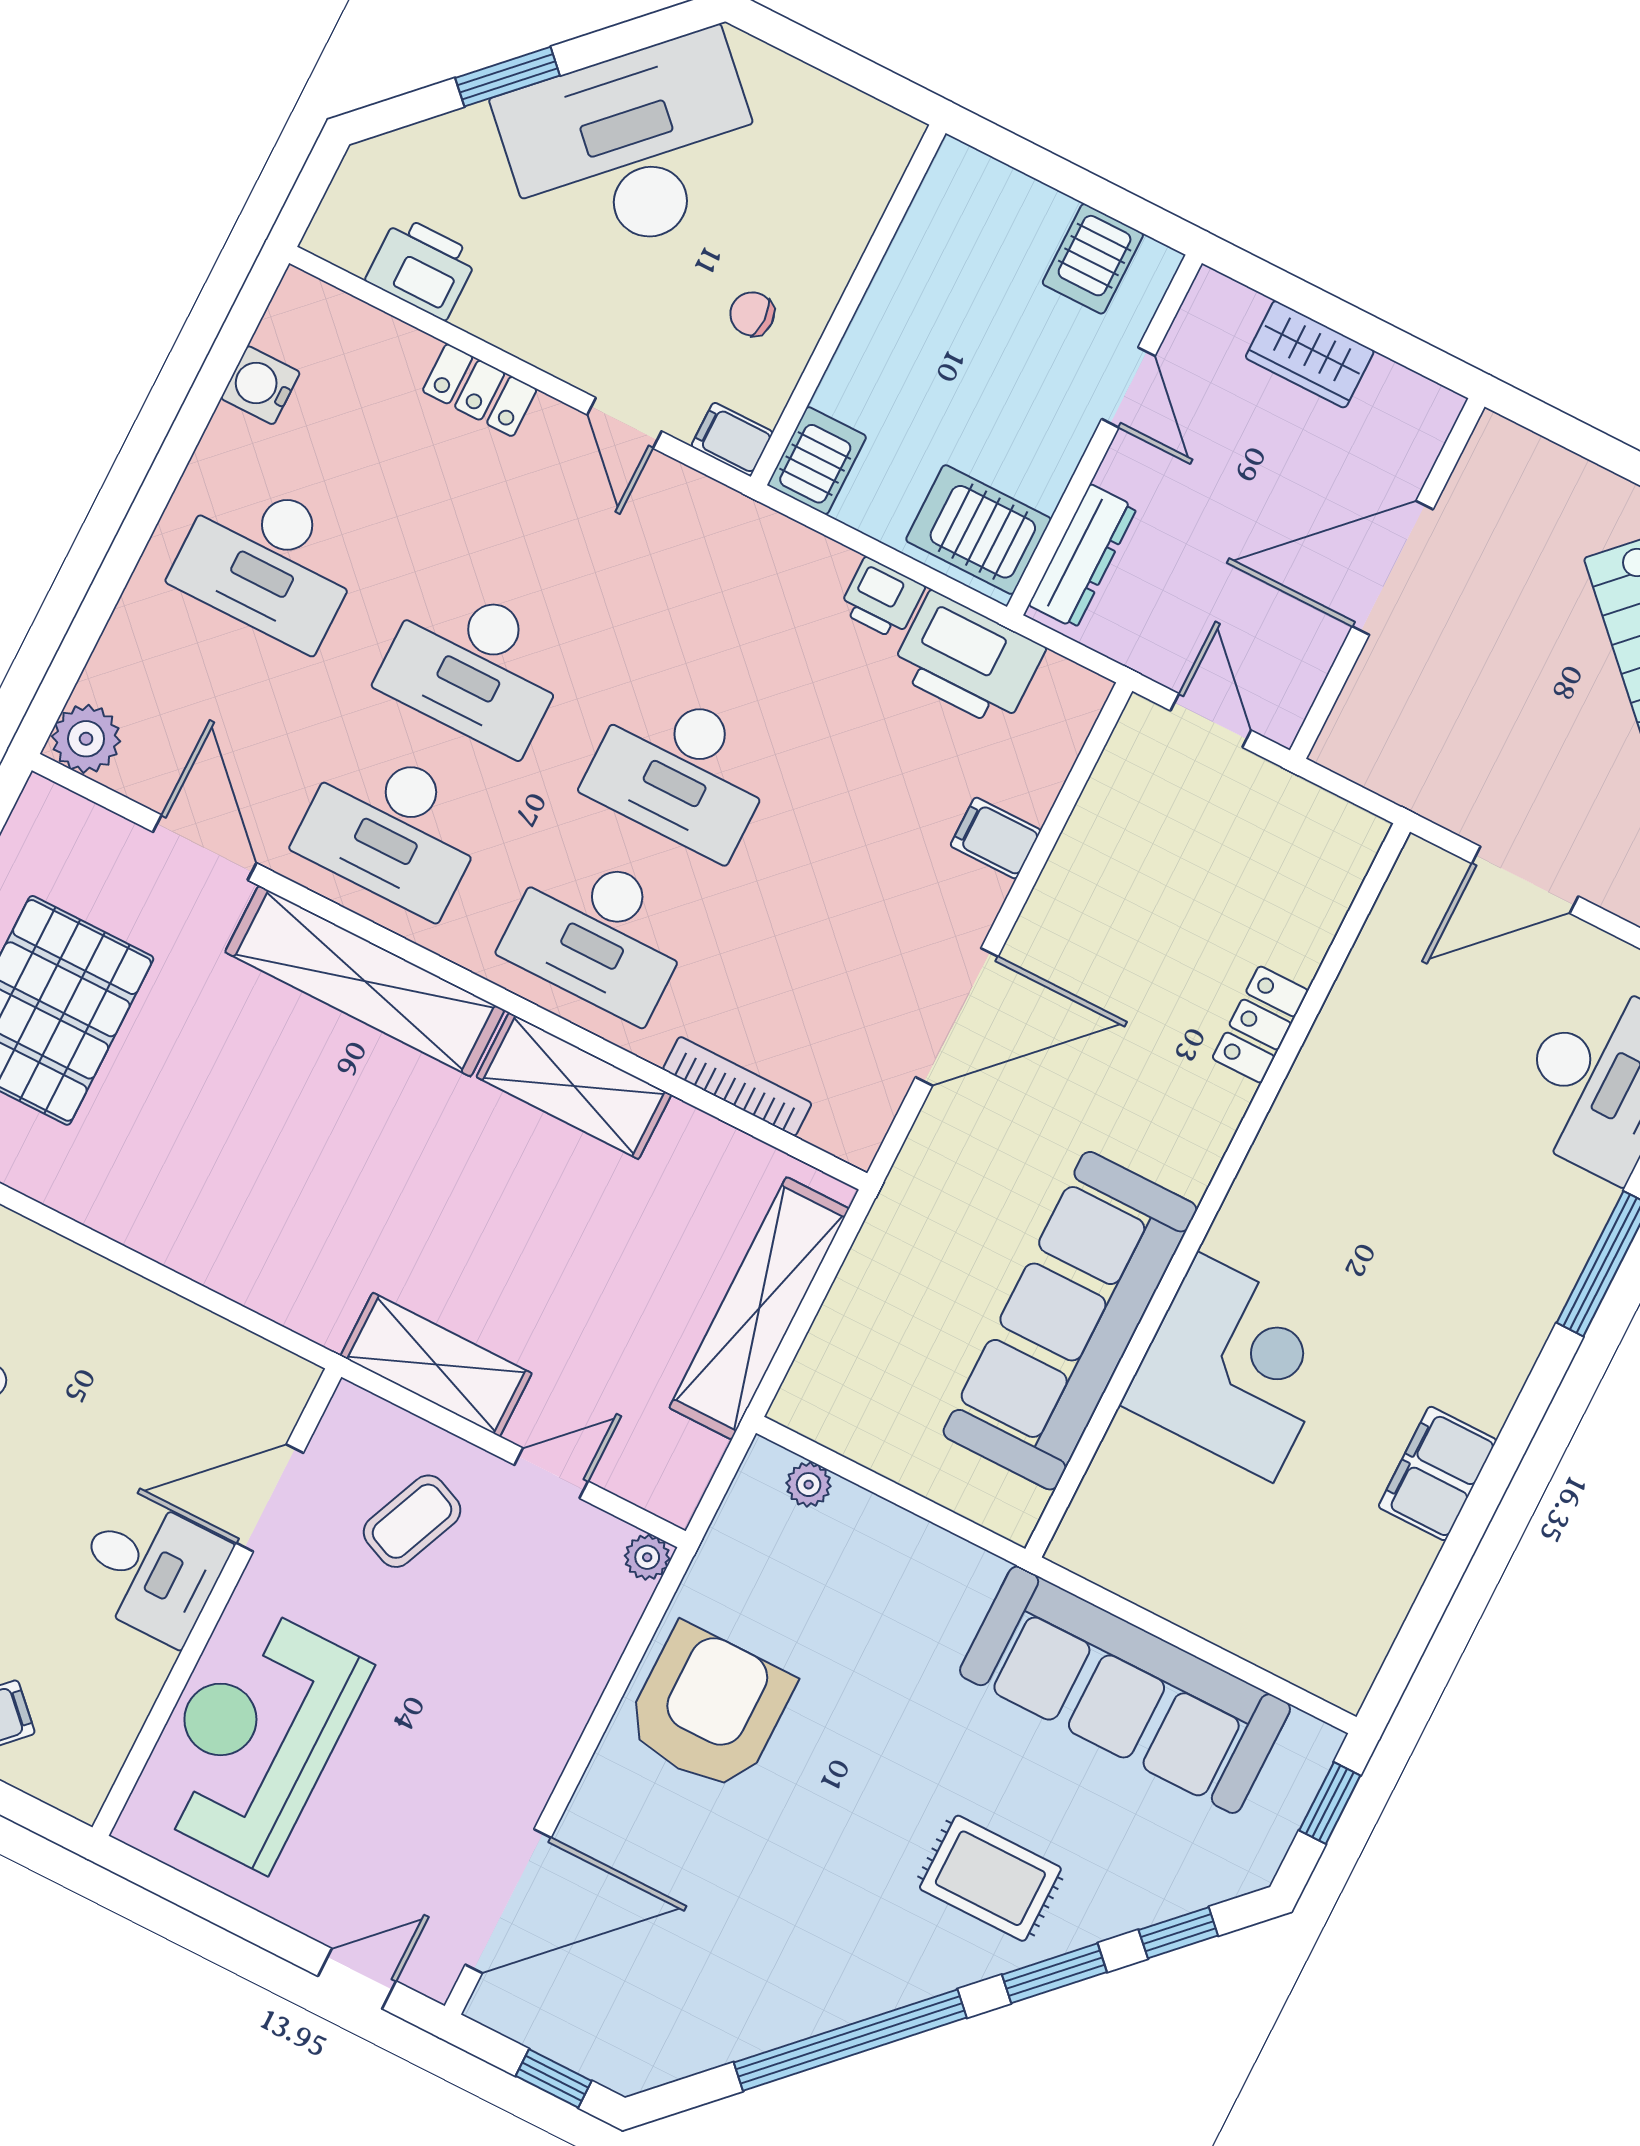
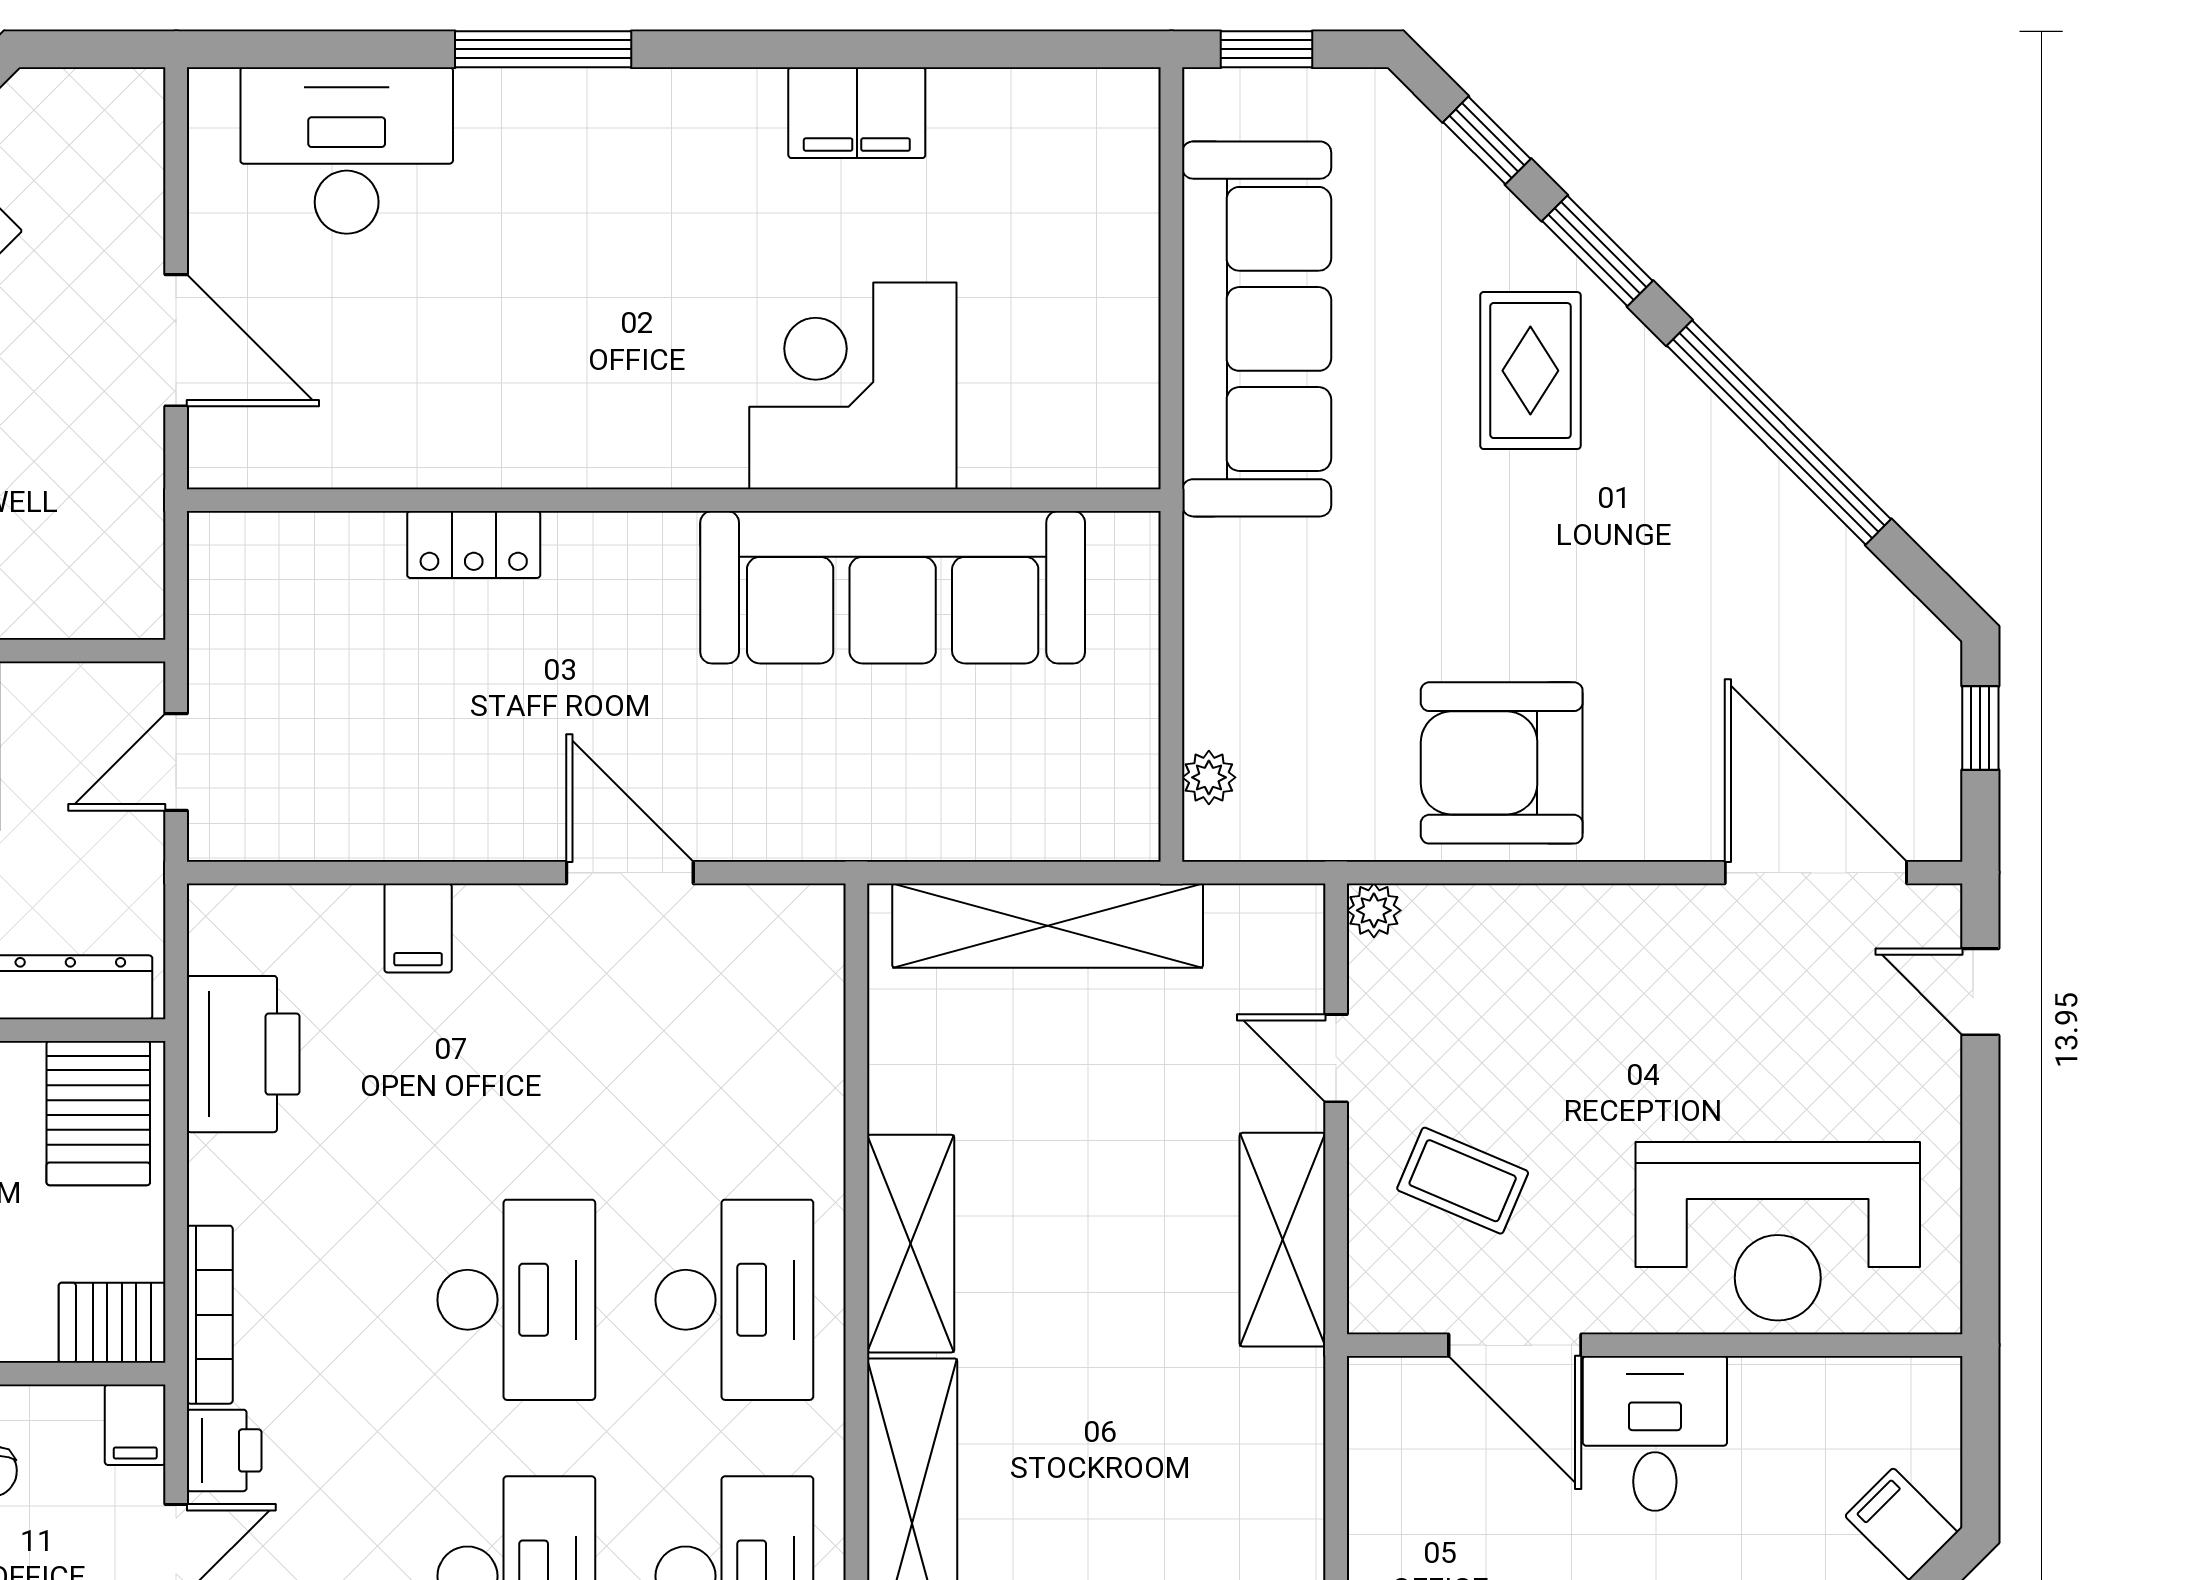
printer: (882, 598) -> (224, 1450), moved
door: (957, 1017) -> (630, 873), width x0.73
bookcase: (737, 1086) -> (210, 1315), moved, turned 180

